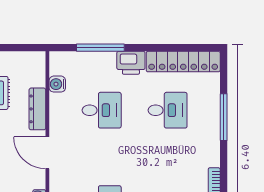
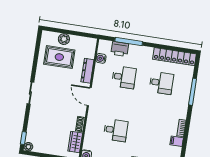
printer: (131, 63) -> (120, 49), moved

